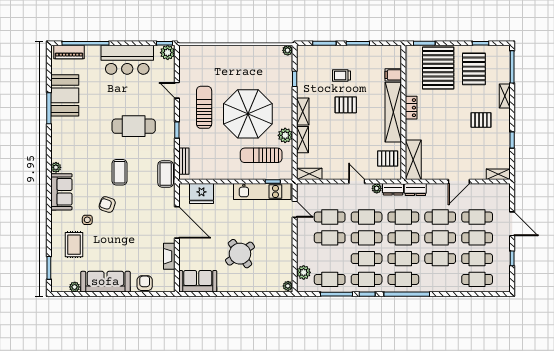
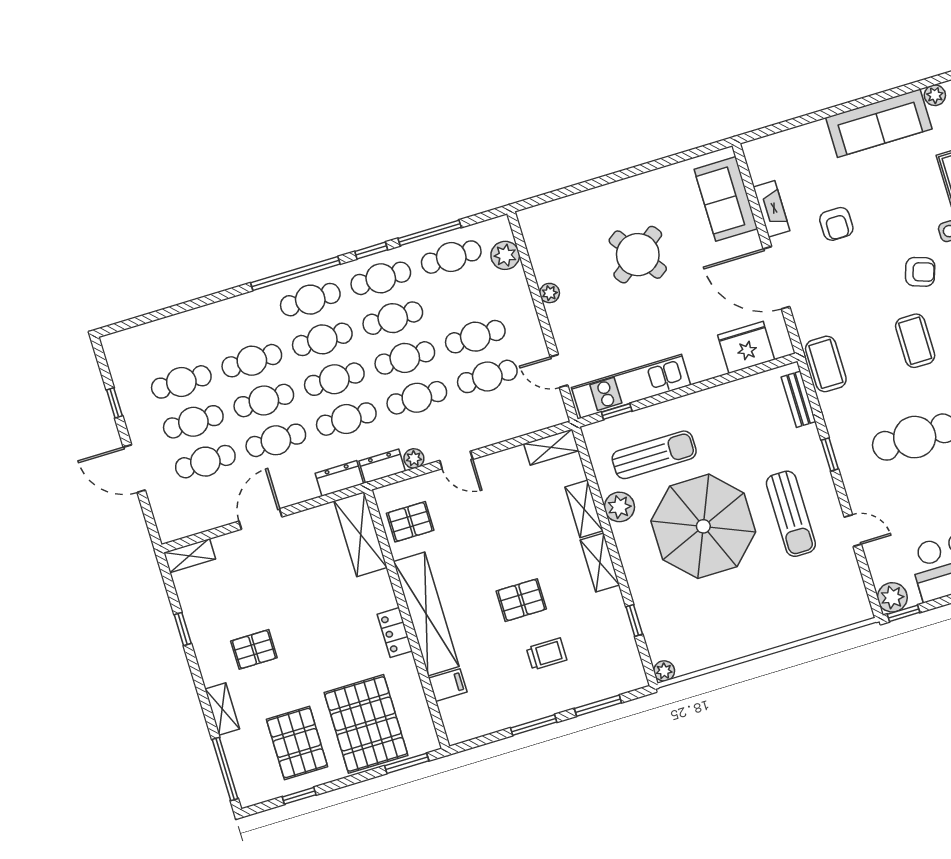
cafe table: (477, 279) -> (169, 342), removed
sofa: (198, 281) -> (726, 199), moved, turned 90
armchair: (145, 283) -> (836, 224), moved
plant: (288, 286) -> (550, 293), moved

